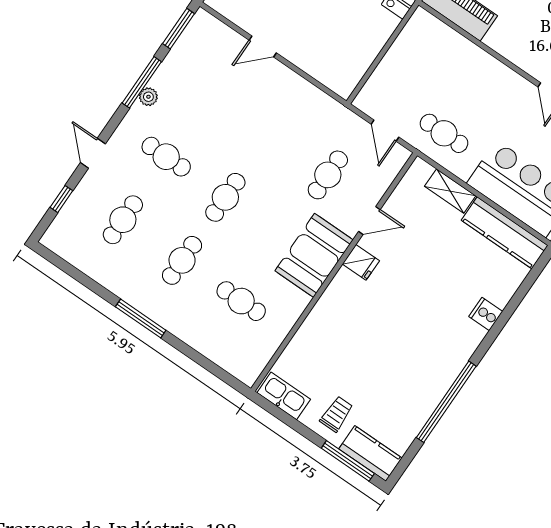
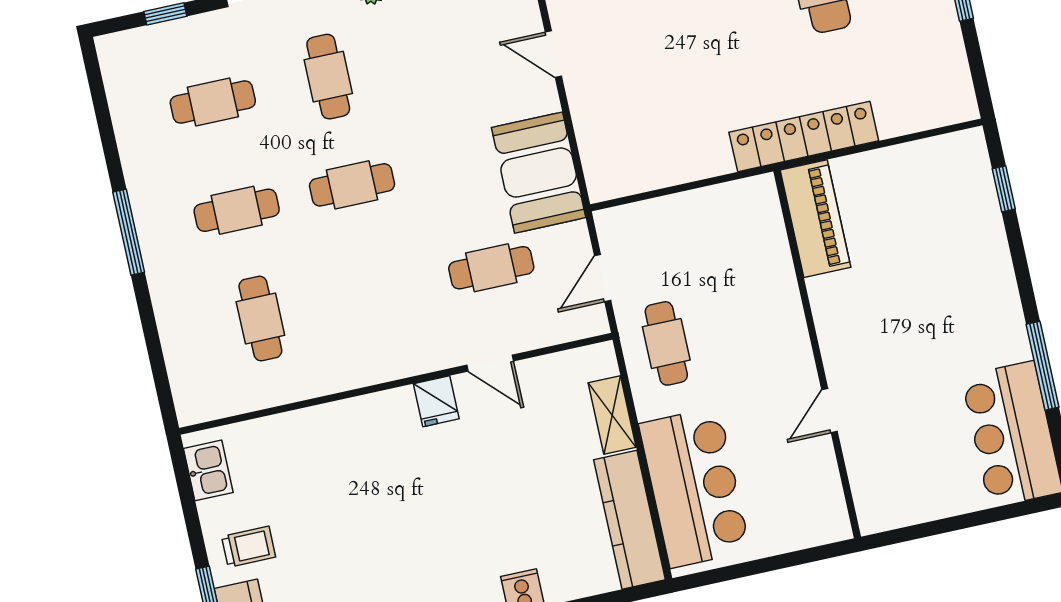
booth: (314, 255) -> (539, 173), moved, turned 90
kitchen sink: (284, 396) -> (208, 470), width x0.73

